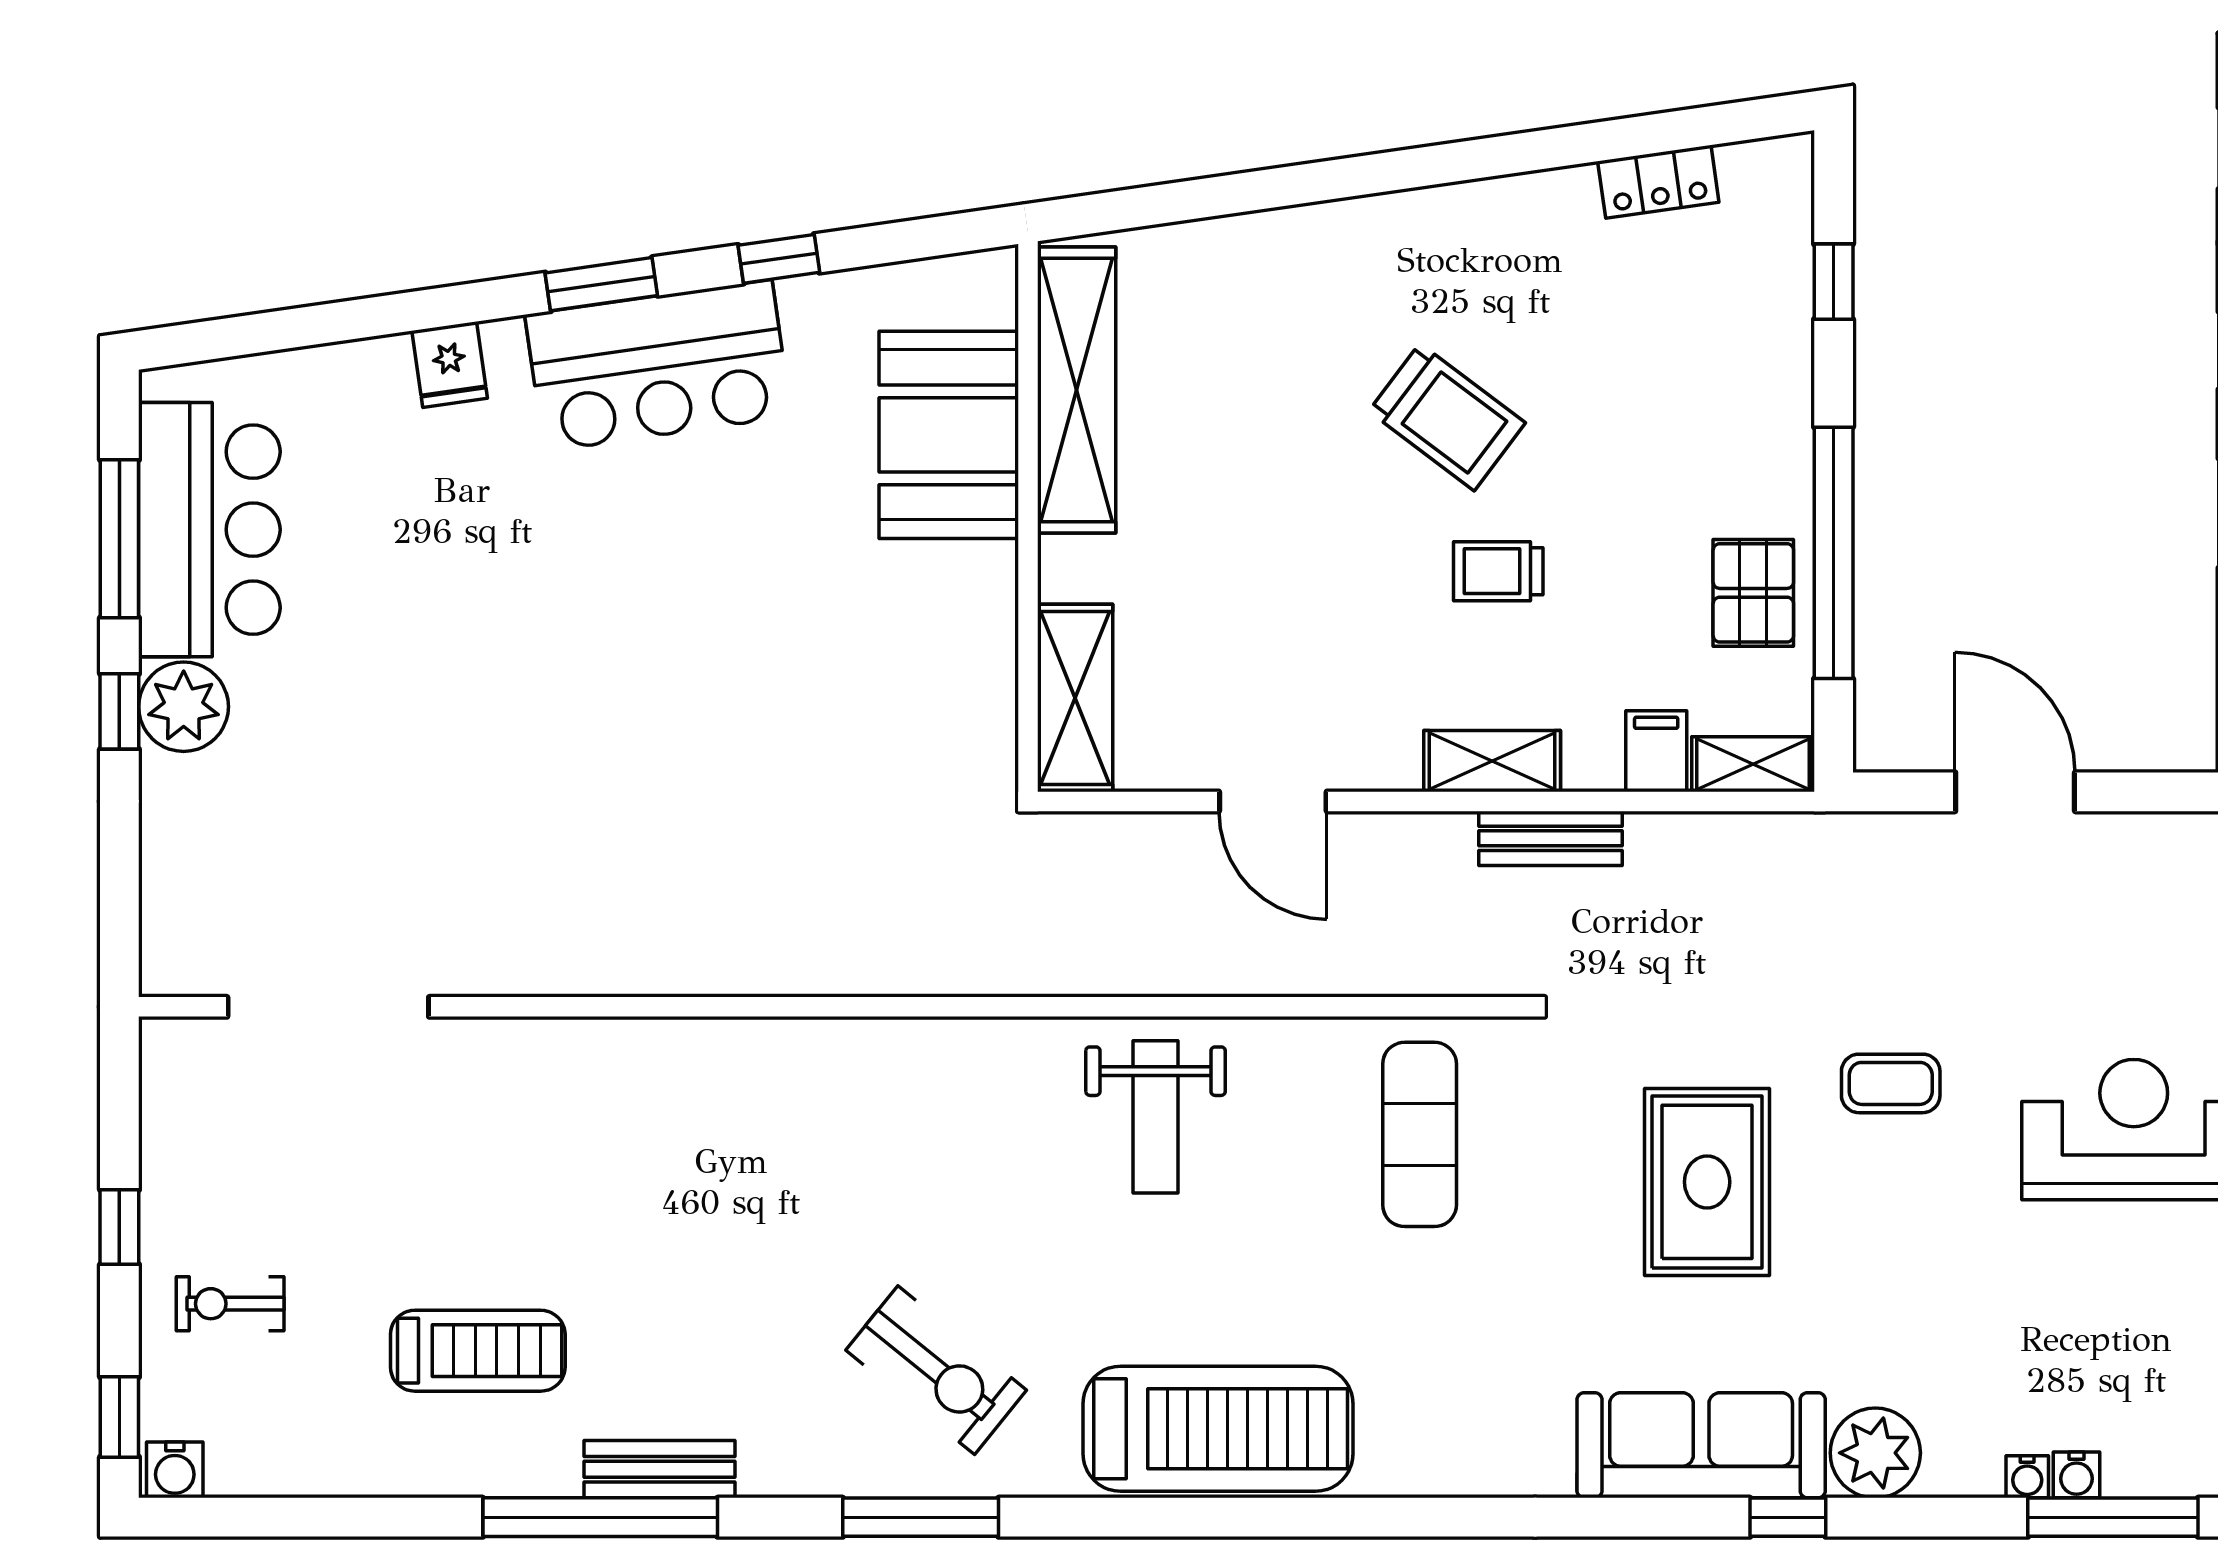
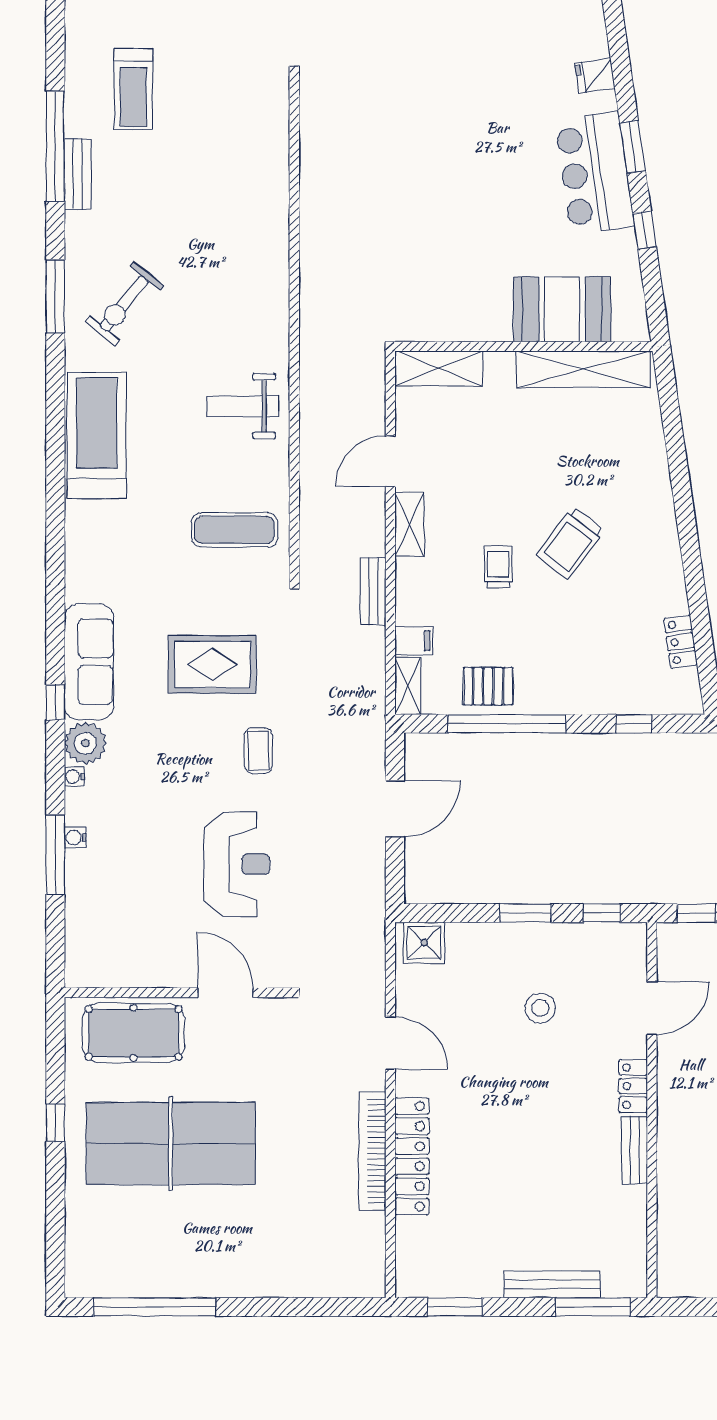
shelving: (1492, 761) -> (409, 524), moved
treadmill: (1218, 1429) -> (97, 435), turned 180
water cooler: (2027, 1477) -> (74, 777), moved

